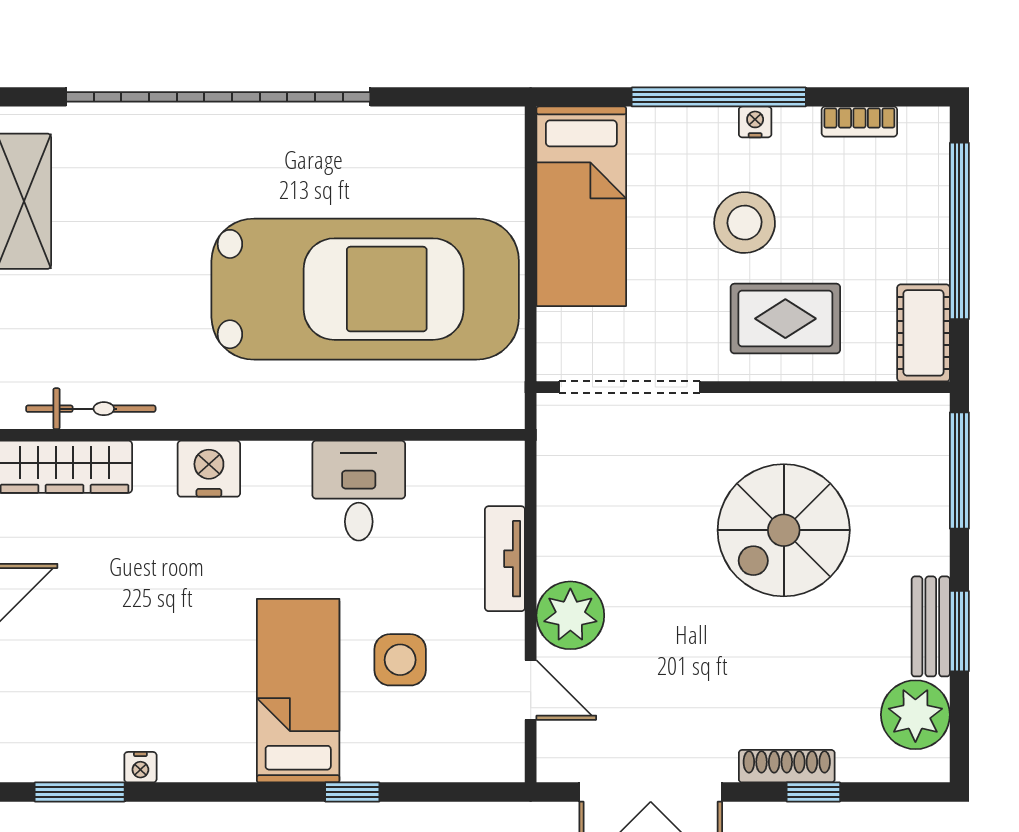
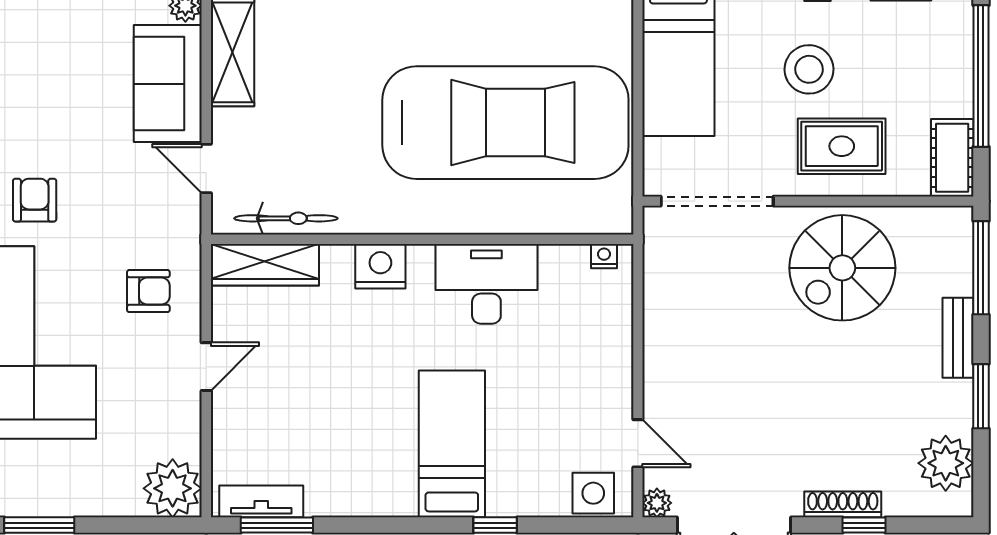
desk: (359, 491) -> (486, 284), width x1.37
spiral stairs: (784, 530) -> (842, 268), moved
tv unit: (505, 559) -> (261, 501), moved, turned 90
plant: (570, 615) -> (657, 503), moved, width x0.53, depth x0.53
bench: (931, 626) -> (958, 338), moved
side table: (400, 660) -> (593, 493), moved
nightstand: (140, 767) -> (604, 256), moved, turned 180

